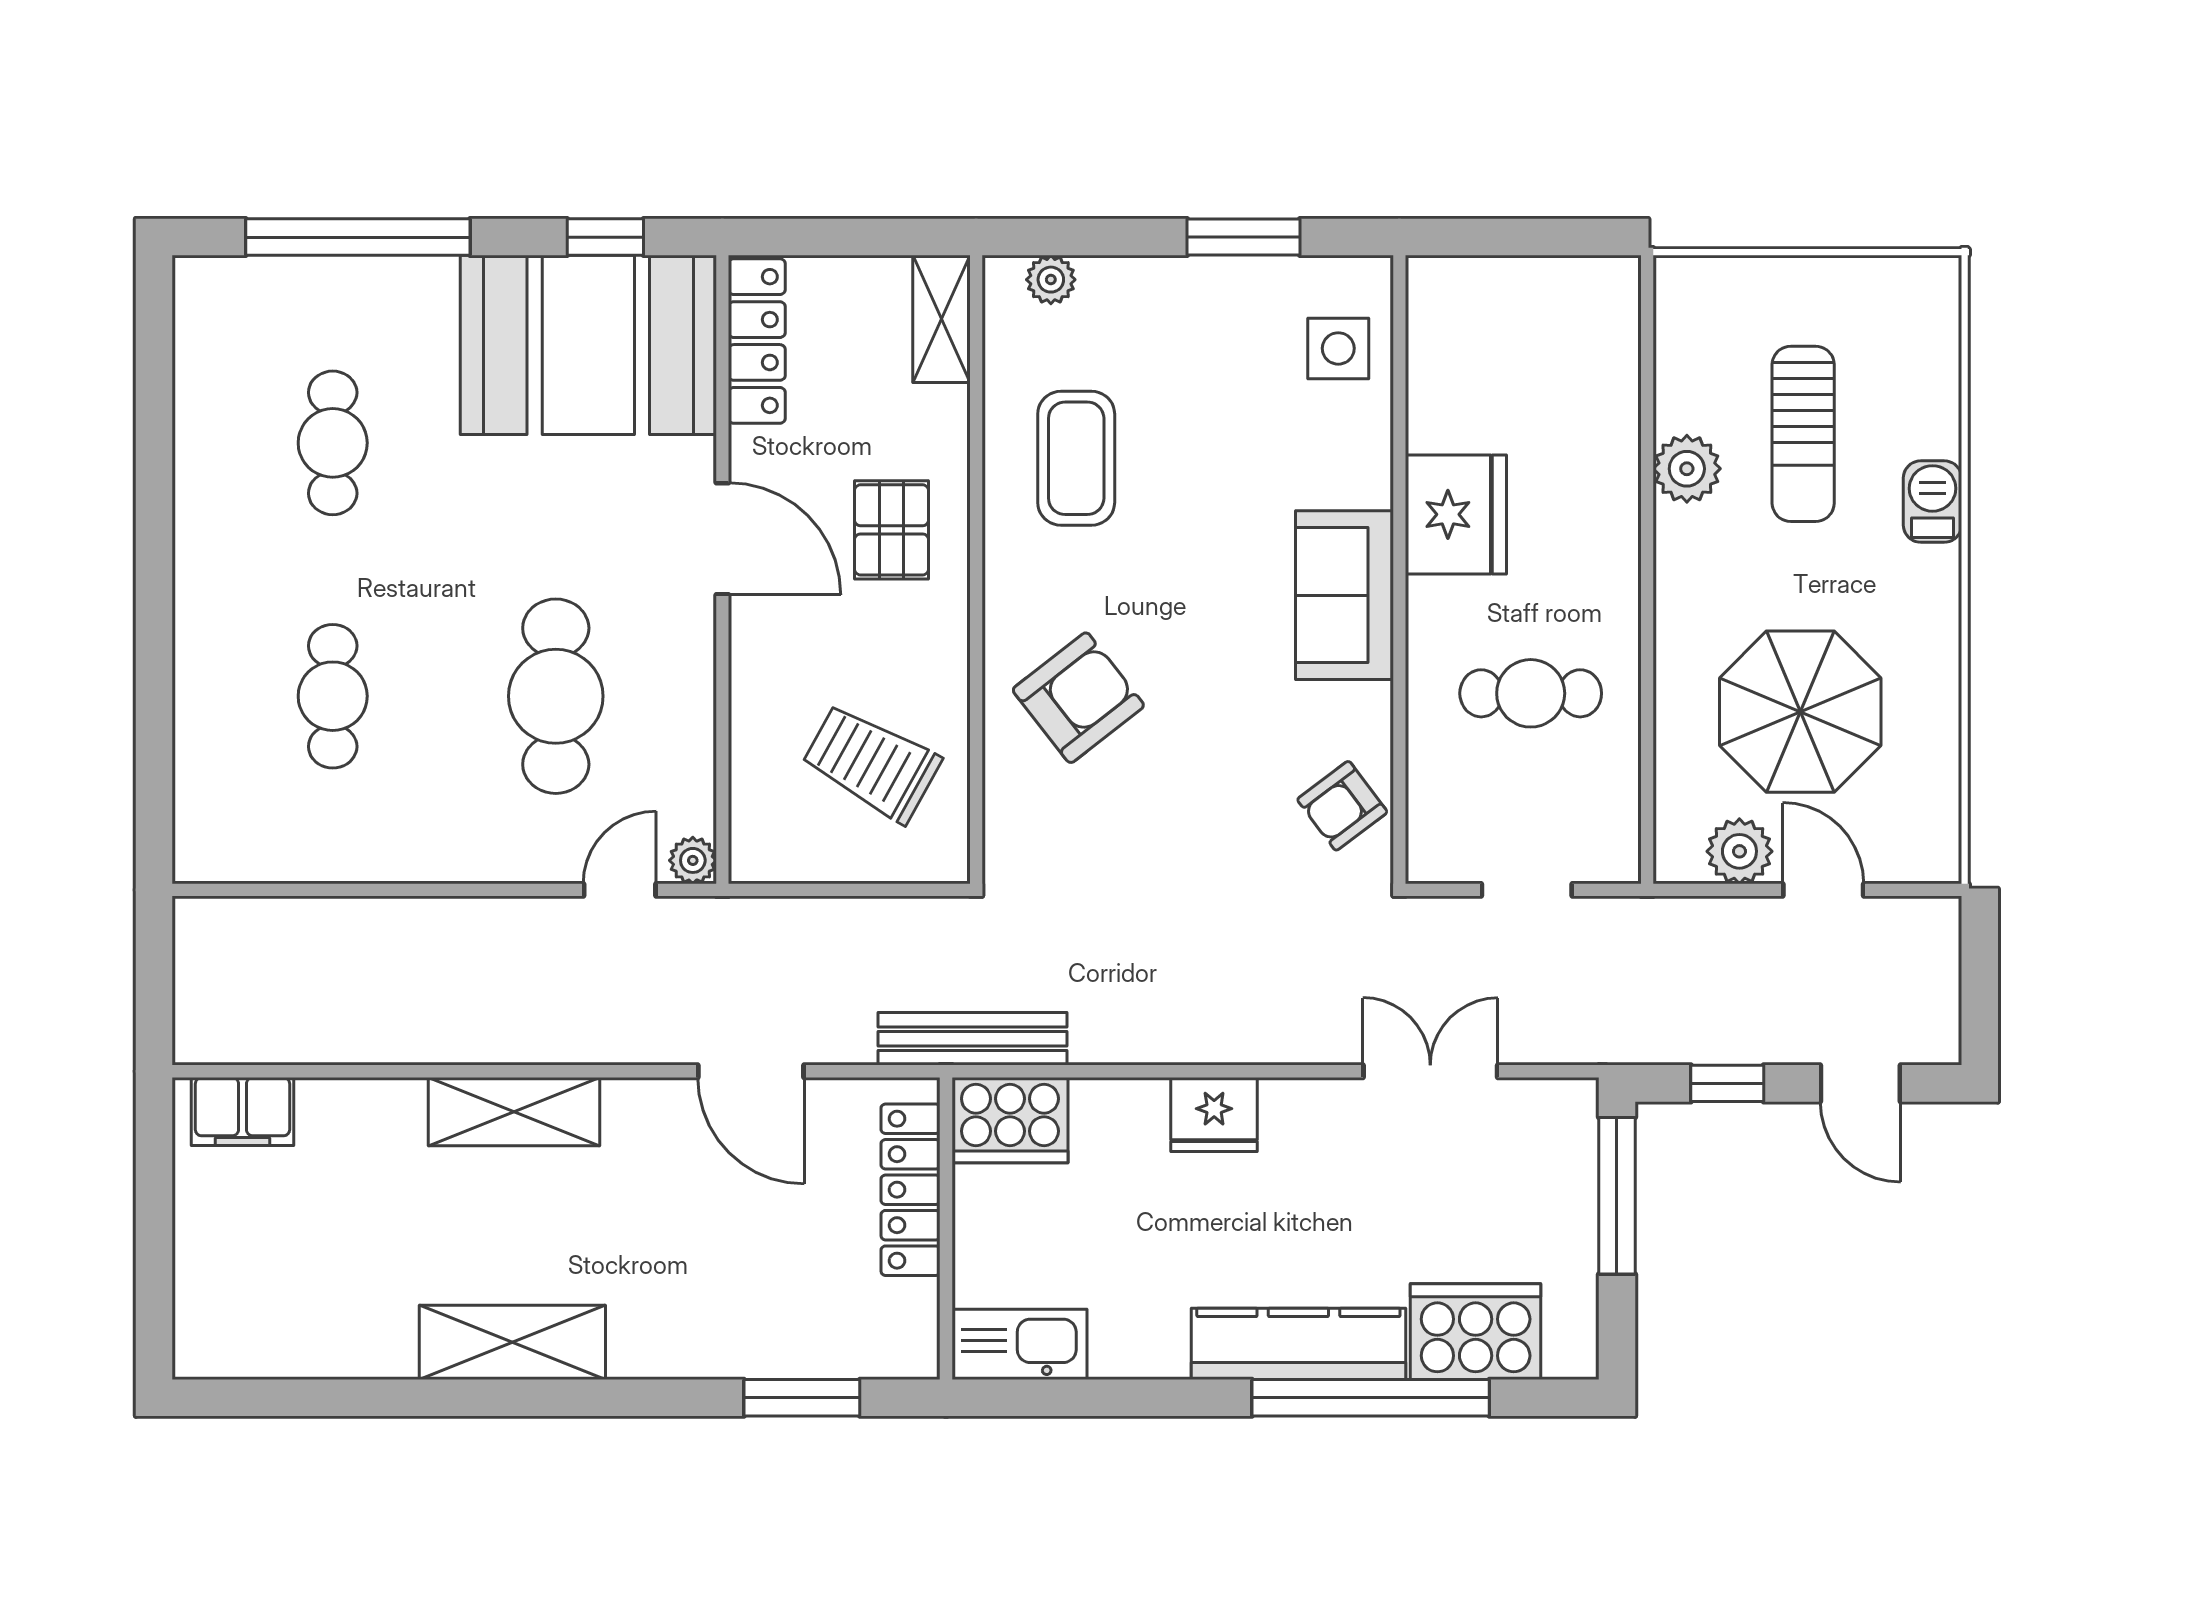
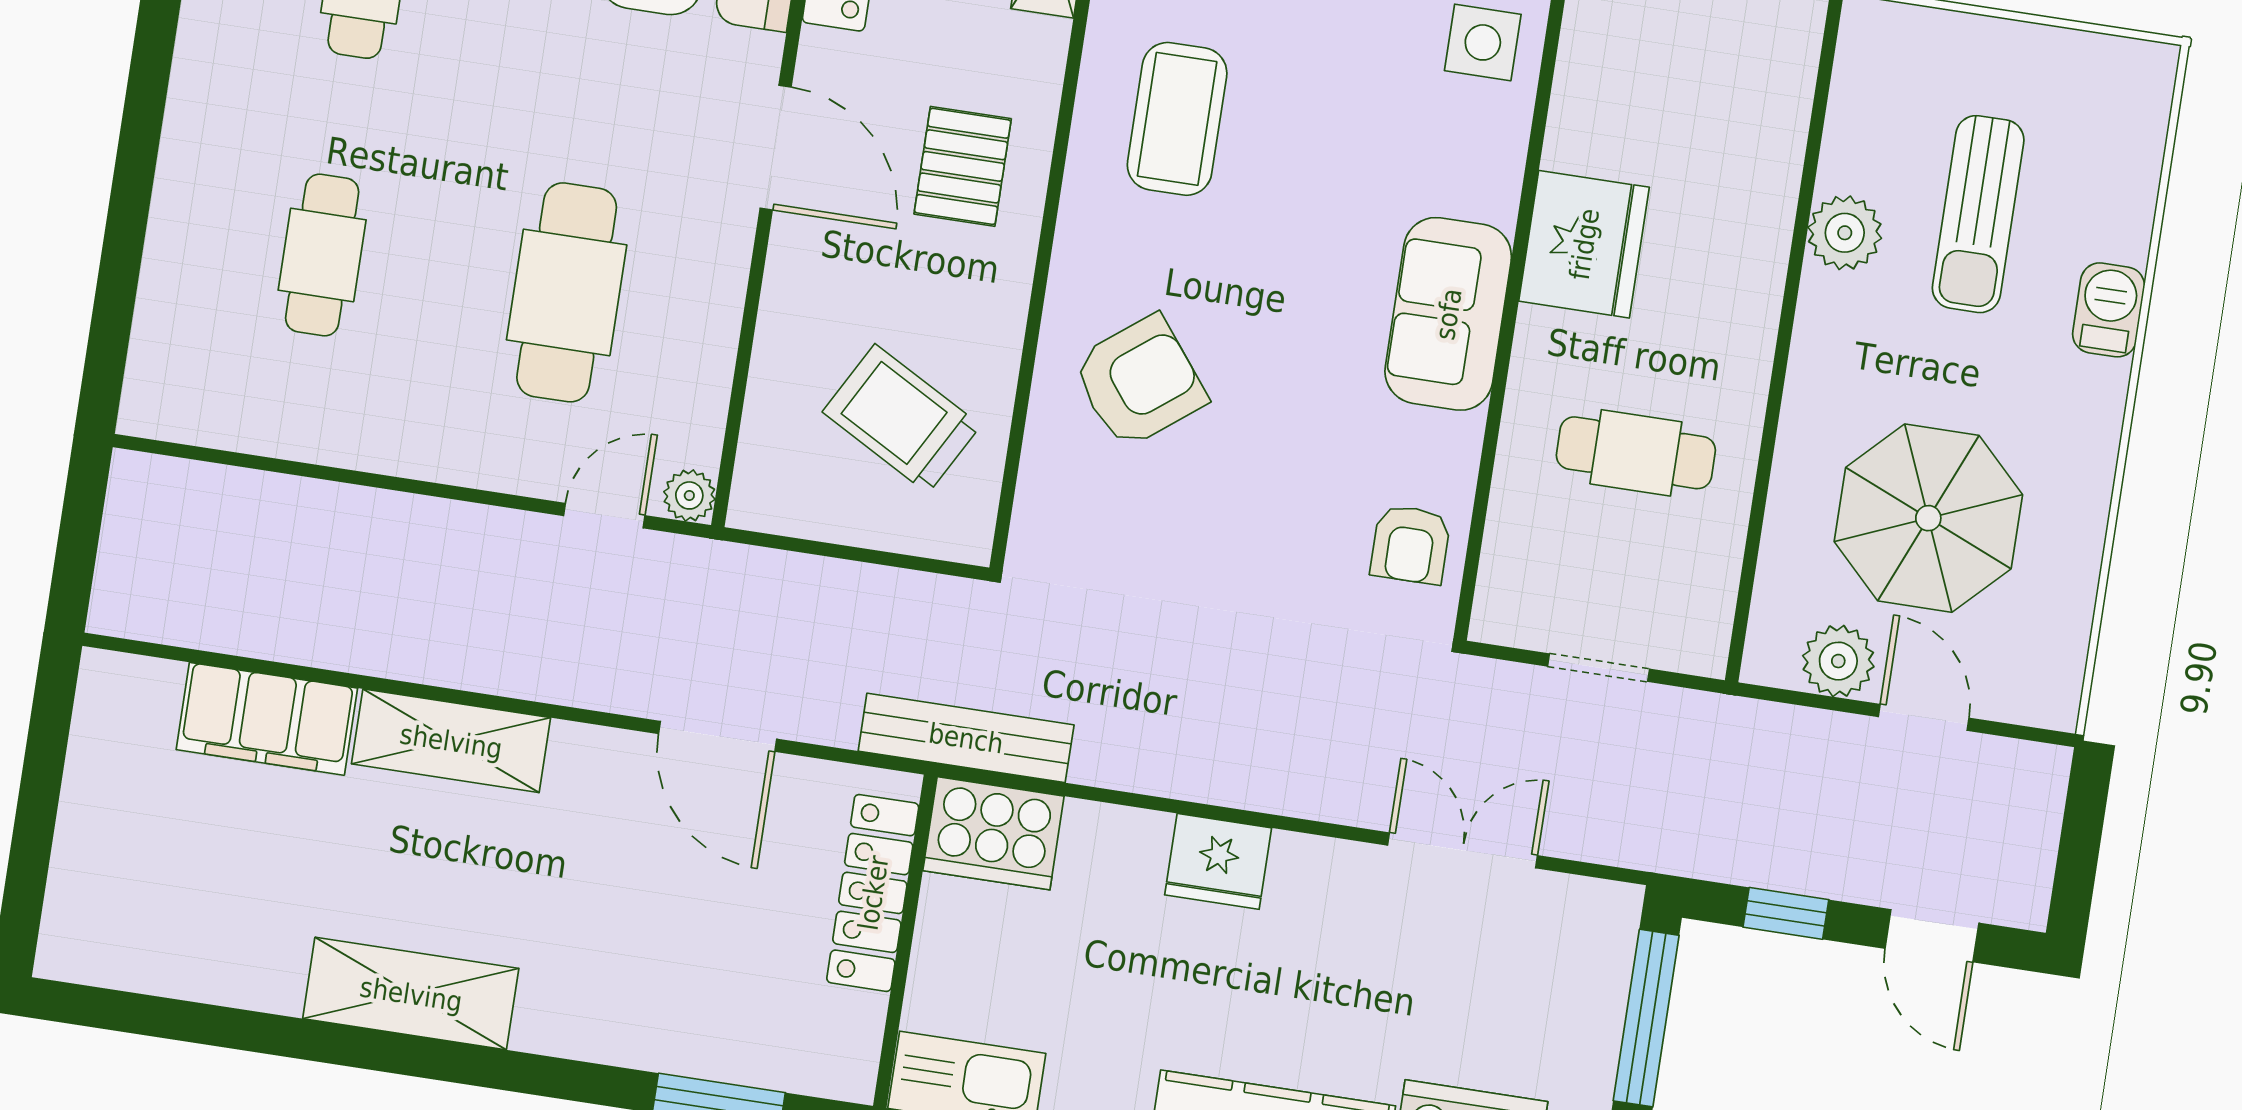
armchair: (1342, 806) -> (1410, 544), turned -53
filing cabinet: (242, 1111) -> (267, 719), moved, width x1.50, depth x1.17

